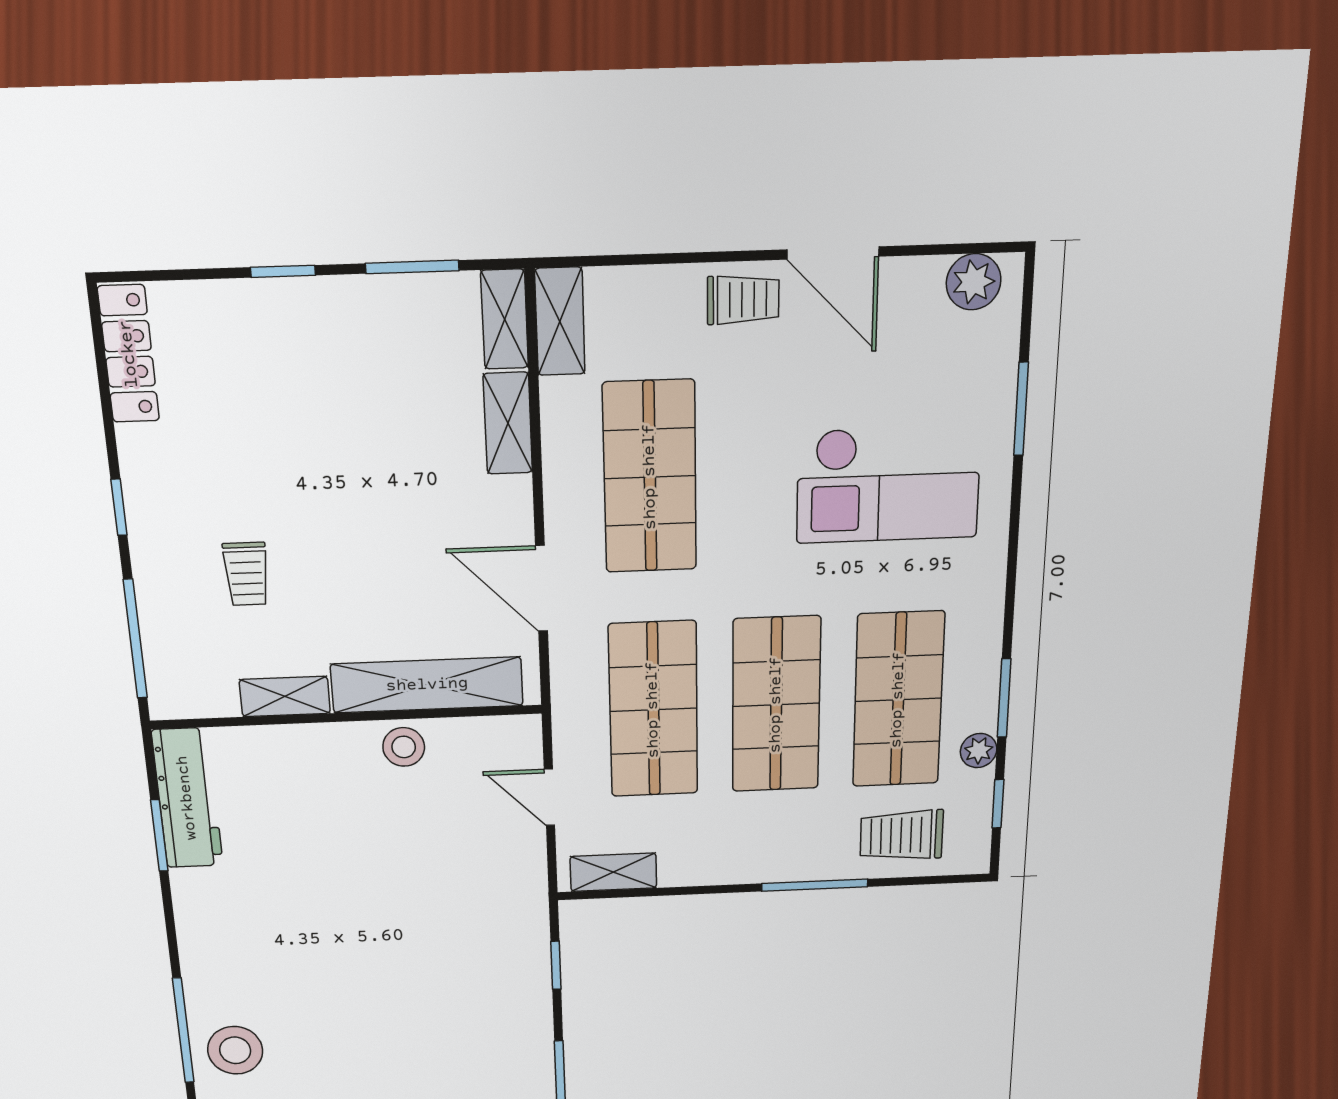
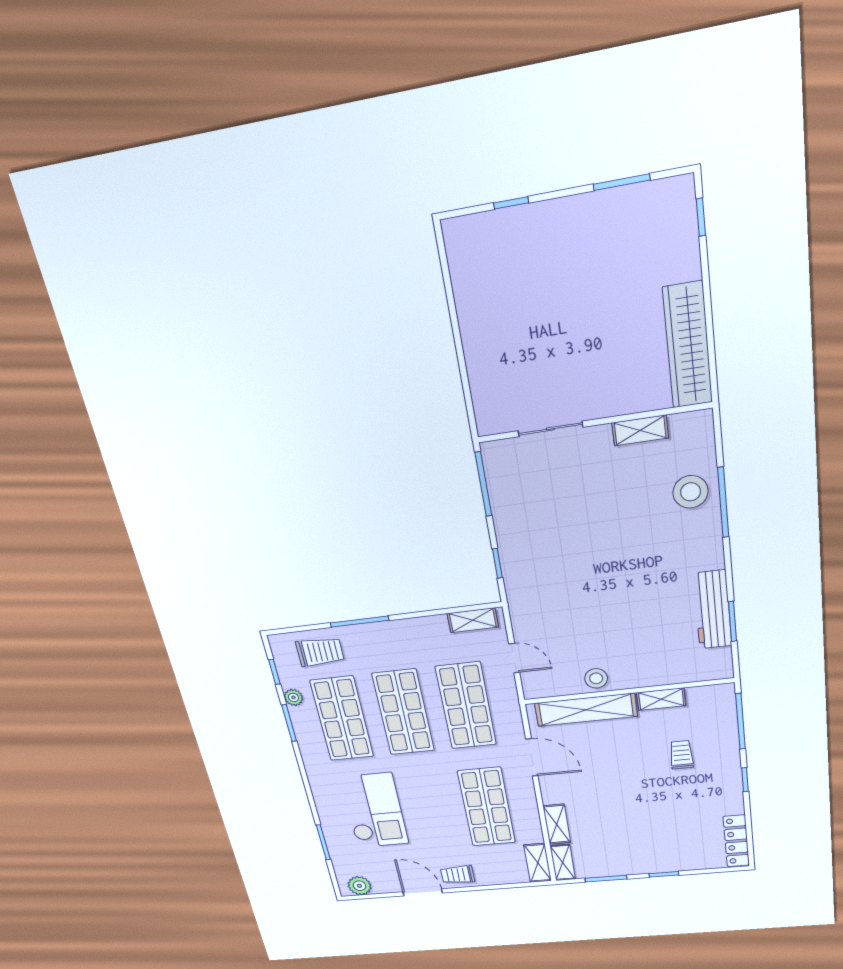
checkout: (888, 484) -> (374, 810), turned 90
workbench: (187, 798) -> (713, 610), moved

